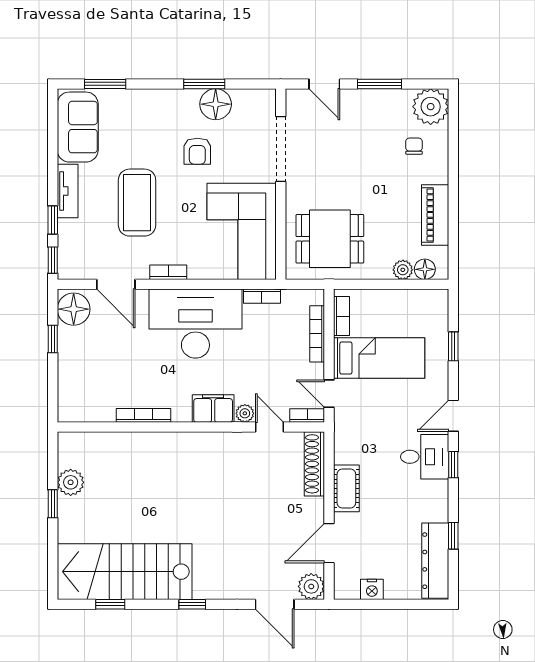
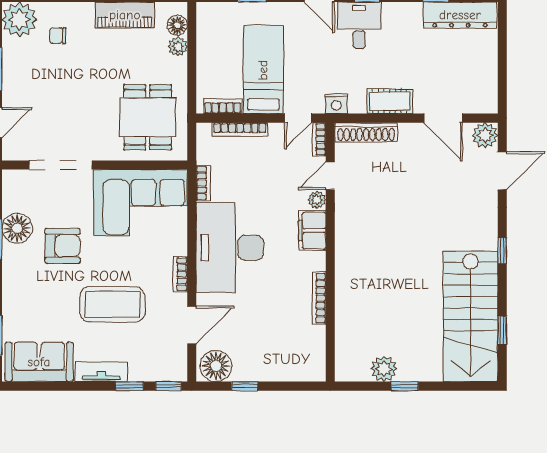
armchair: (197, 151) -> (63, 246), width x1.38, depth x1.38
nightstand: (372, 589) -> (336, 104), moved, turned 90

